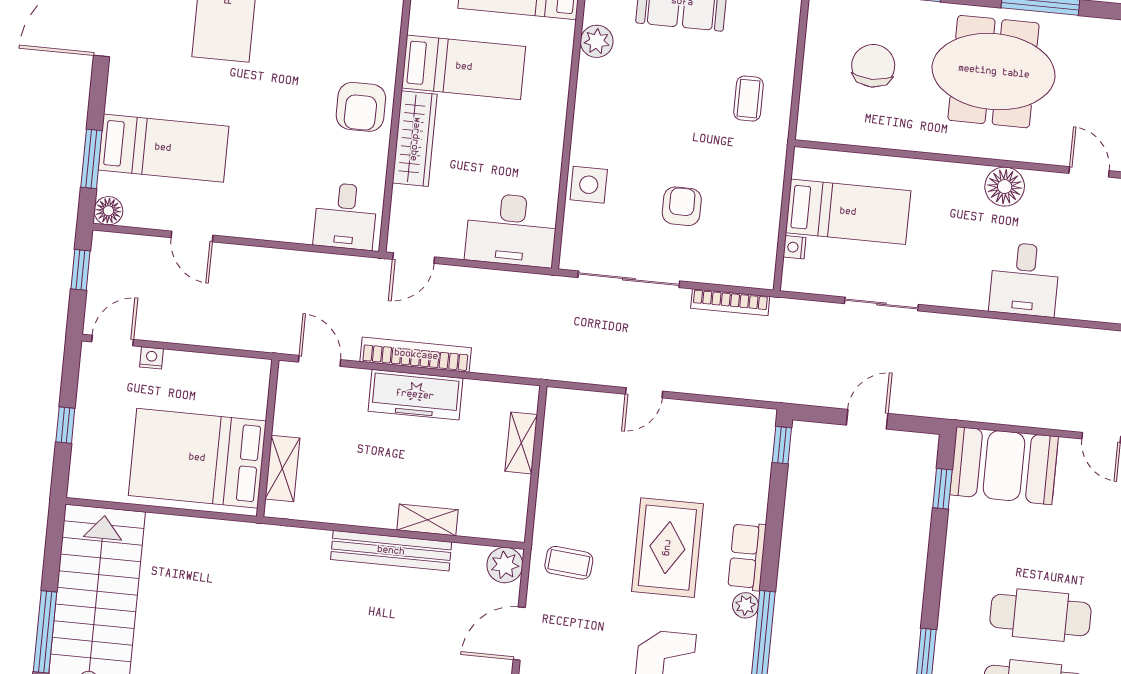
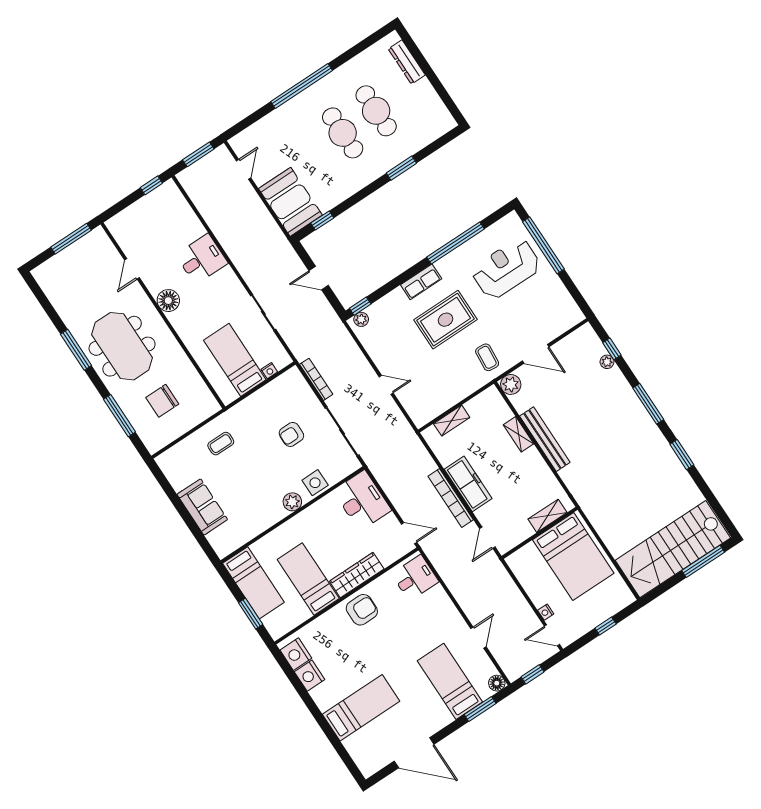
plant: (597, 41) -> (292, 502), moved
plant: (745, 605) -> (361, 319), moved

